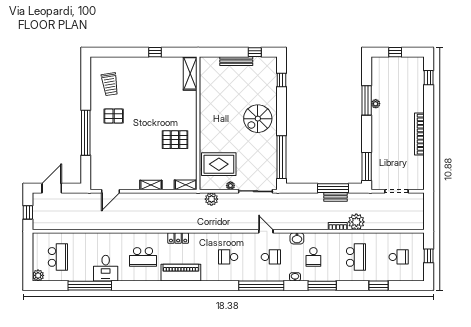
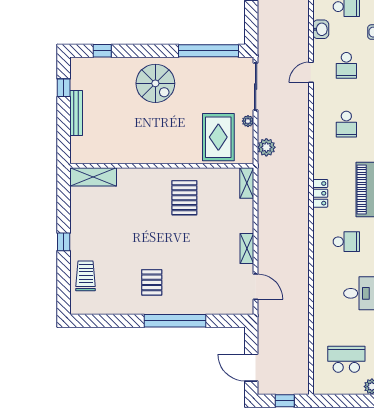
window: (155, 52) -> (64, 242), moved
trolley: (110, 84) -> (86, 276), moved, turned -81
shelving: (151, 185) -> (247, 249), moved
school desk: (143, 257) -> (346, 242), width x0.54
school desk: (271, 257) -> (346, 65), turned 180

